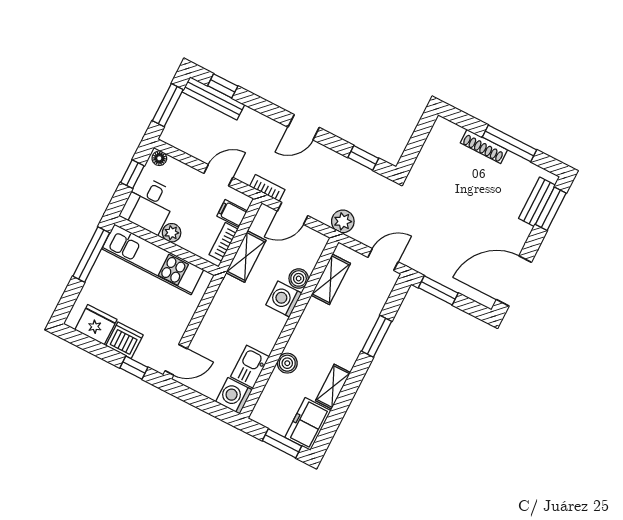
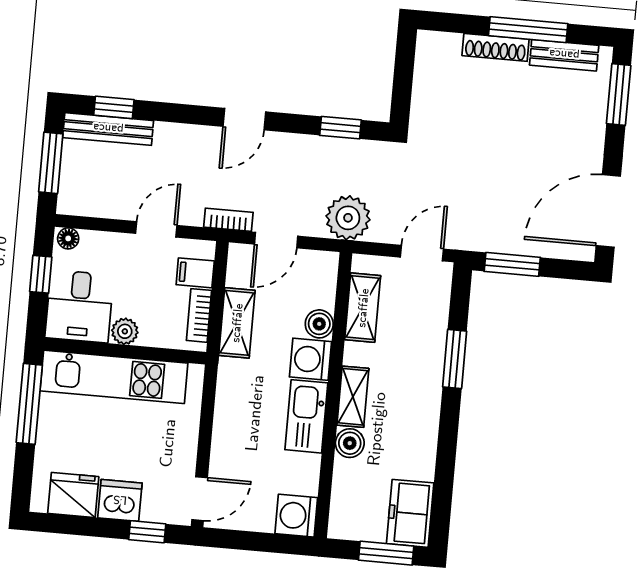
bench: (537, 202) -> (564, 55), moved, turned 90
plant: (343, 221) -> (348, 218), width x1.36, depth x1.36
kitchen sink: (250, 367) -> (306, 416), moved, width x1.38
shelving: (333, 387) -> (353, 397), moved

